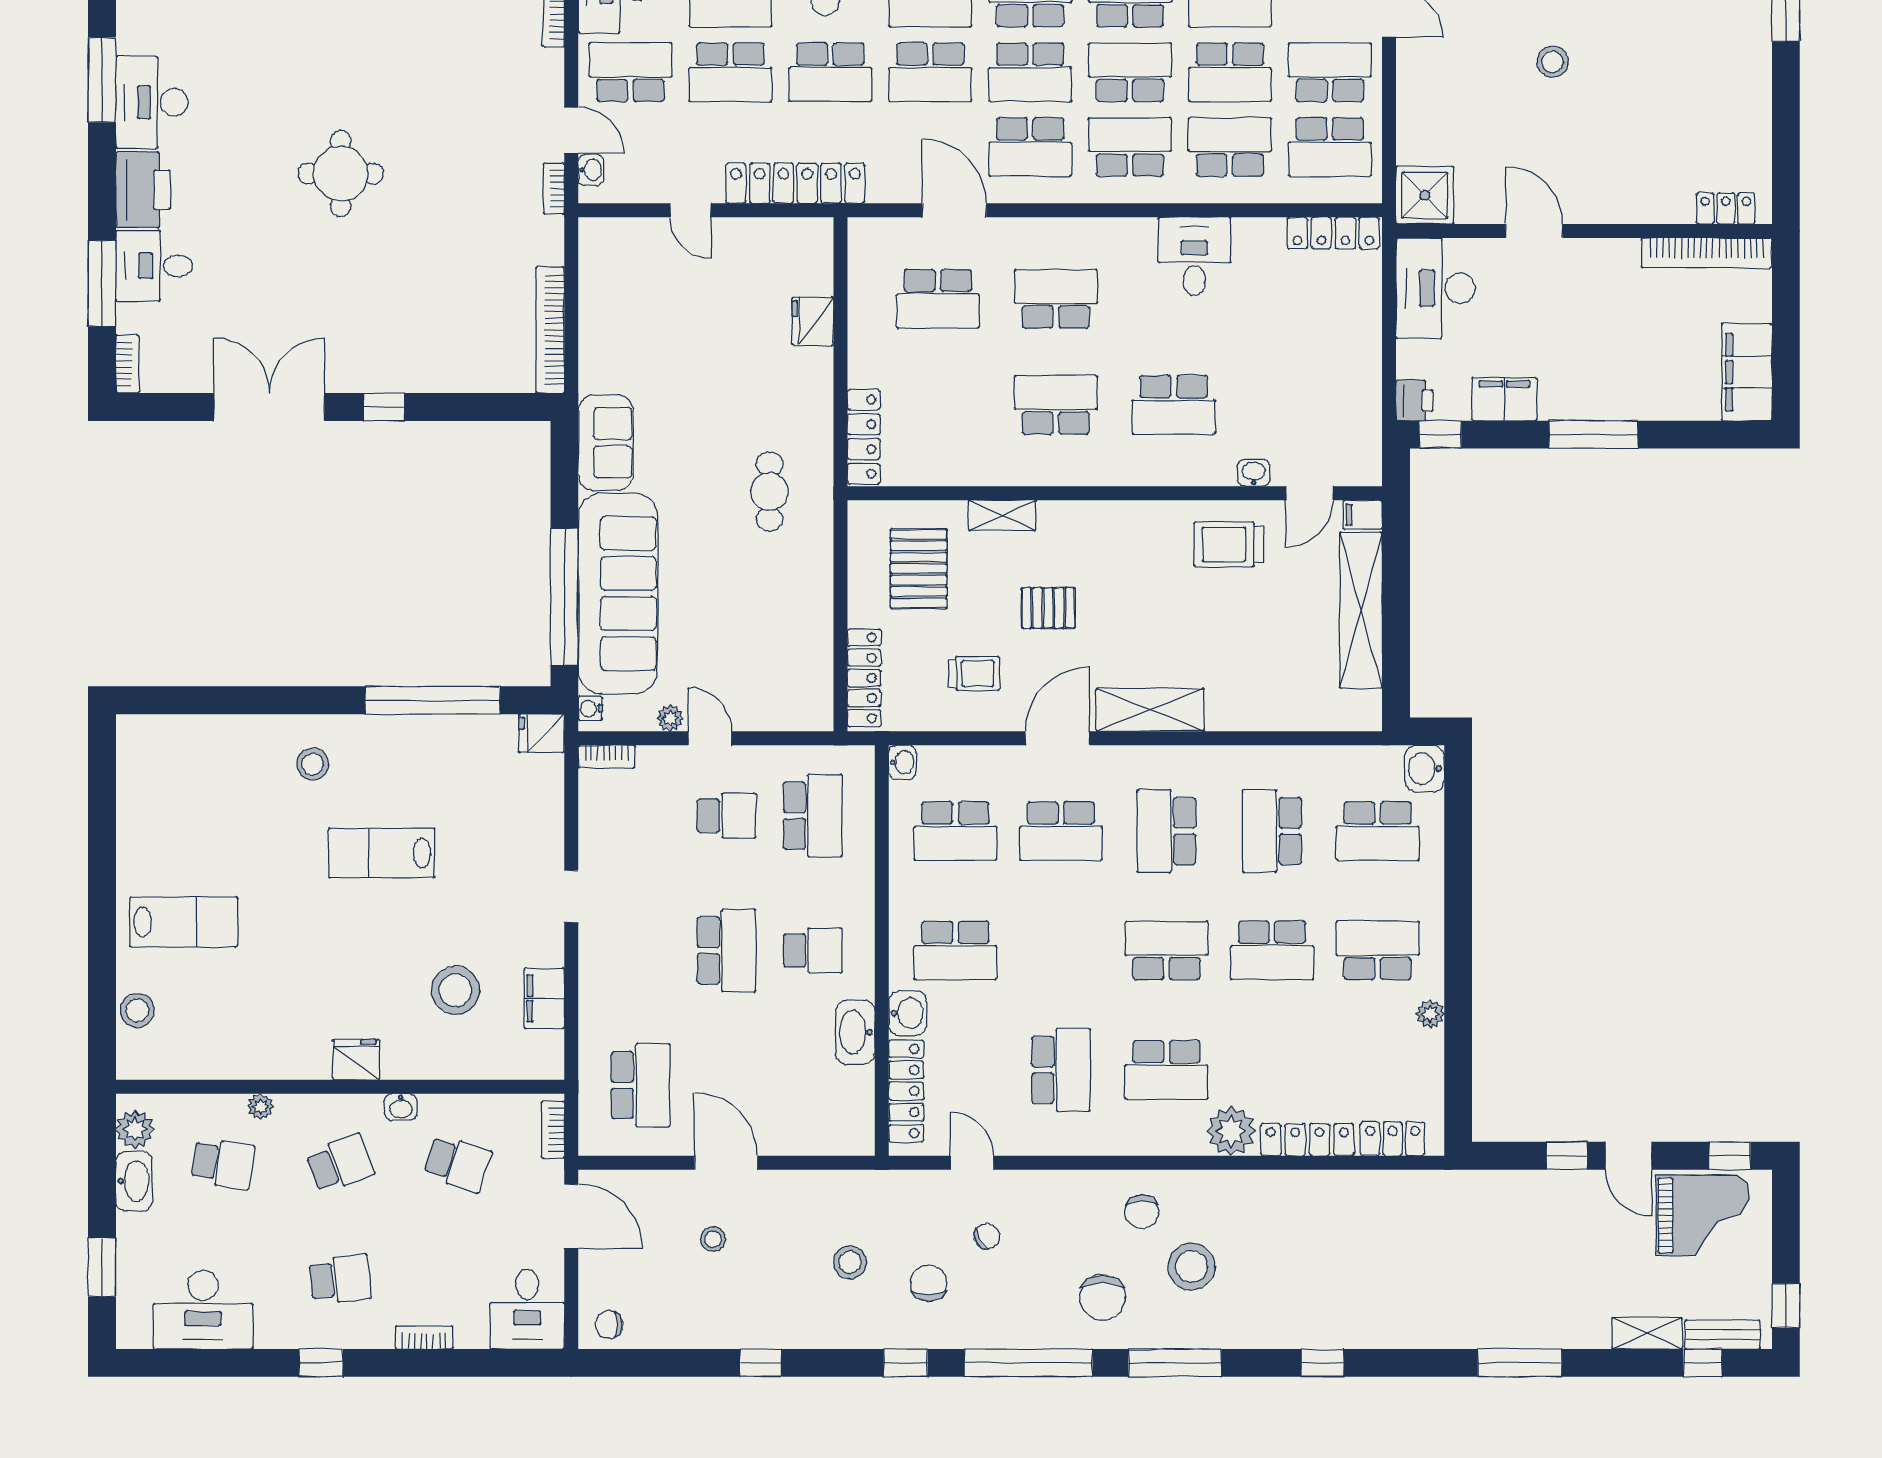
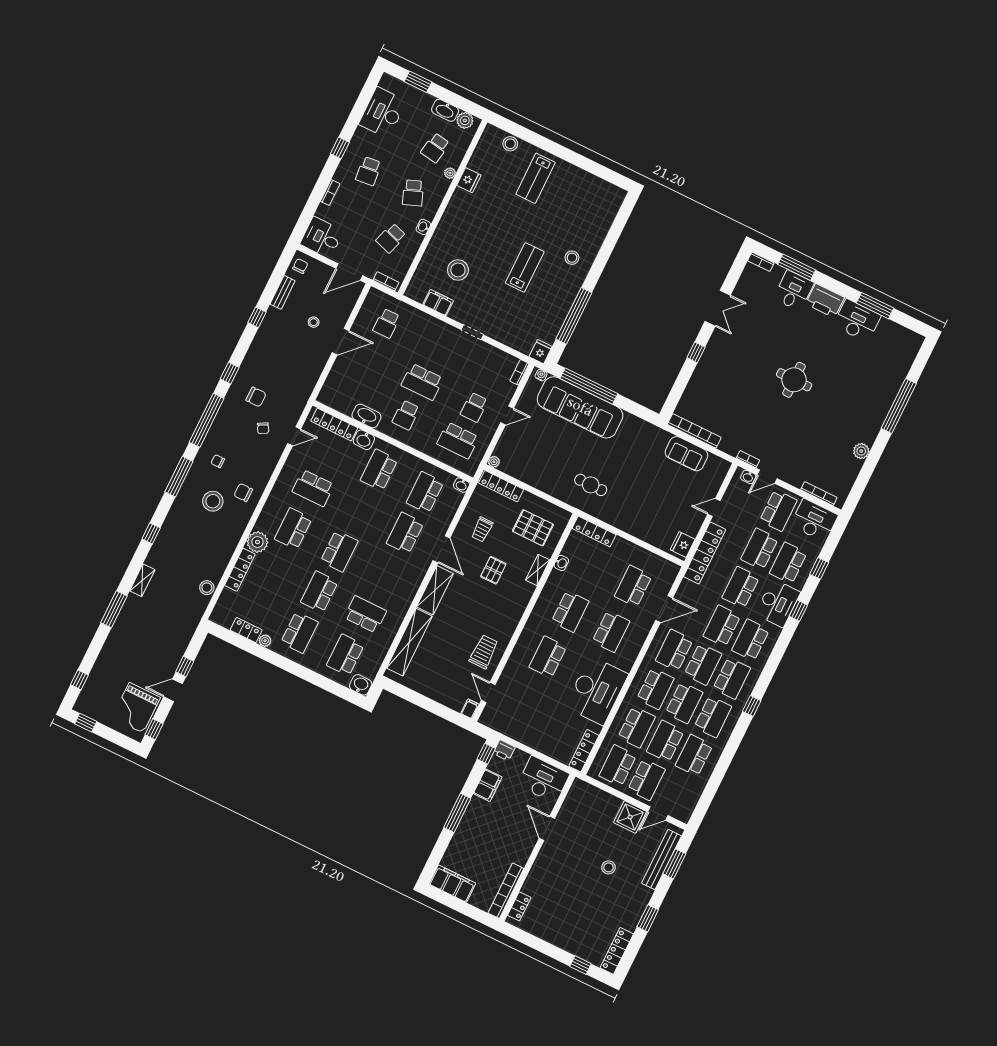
school desk: (1030, 72) -> (703, 664), turned 180
shower: (1425, 195) -> (630, 817), moved
door: (1534, 231) -> (547, 828), swing flipped
desk: (1194, 256) -> (597, 691), width x1.87, depth x1.30
fridge: (813, 321) -> (683, 544), moved, turned -90
double door: (269, 407) -> (718, 308), width x0.73
sofa: (606, 443) -> (687, 454), moved
washbasin: (1254, 473) -> (561, 563), moved
shelving: (1361, 610) -> (409, 642), moved, turned 90
plant: (670, 718) -> (494, 462), moved
school desk: (1166, 831) -> (385, 574), removed
fridge: (356, 1060) -> (469, 180), moved
school desk: (640, 1085) -> (386, 323), width x0.54
locker: (1392, 1139) -> (246, 630), moved, turned -90
stool: (850, 1262) -> (207, 588), moved
chair: (1103, 1297) -> (218, 461), width x0.54, depth x0.54
shelving: (1647, 1333) -> (142, 580), moved
bench: (1723, 1335) -> (283, 292), moved

